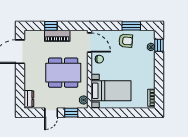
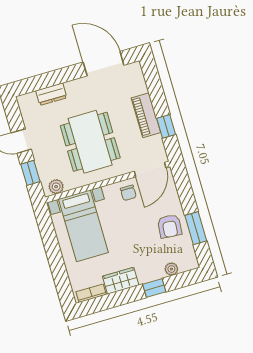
window: (51, 26) -> (166, 126), moved
window: (159, 45) -> (154, 288), moved
wardrobe: (149, 78) -> (121, 281), added
dresser: (29, 99) -> (51, 94), moved

